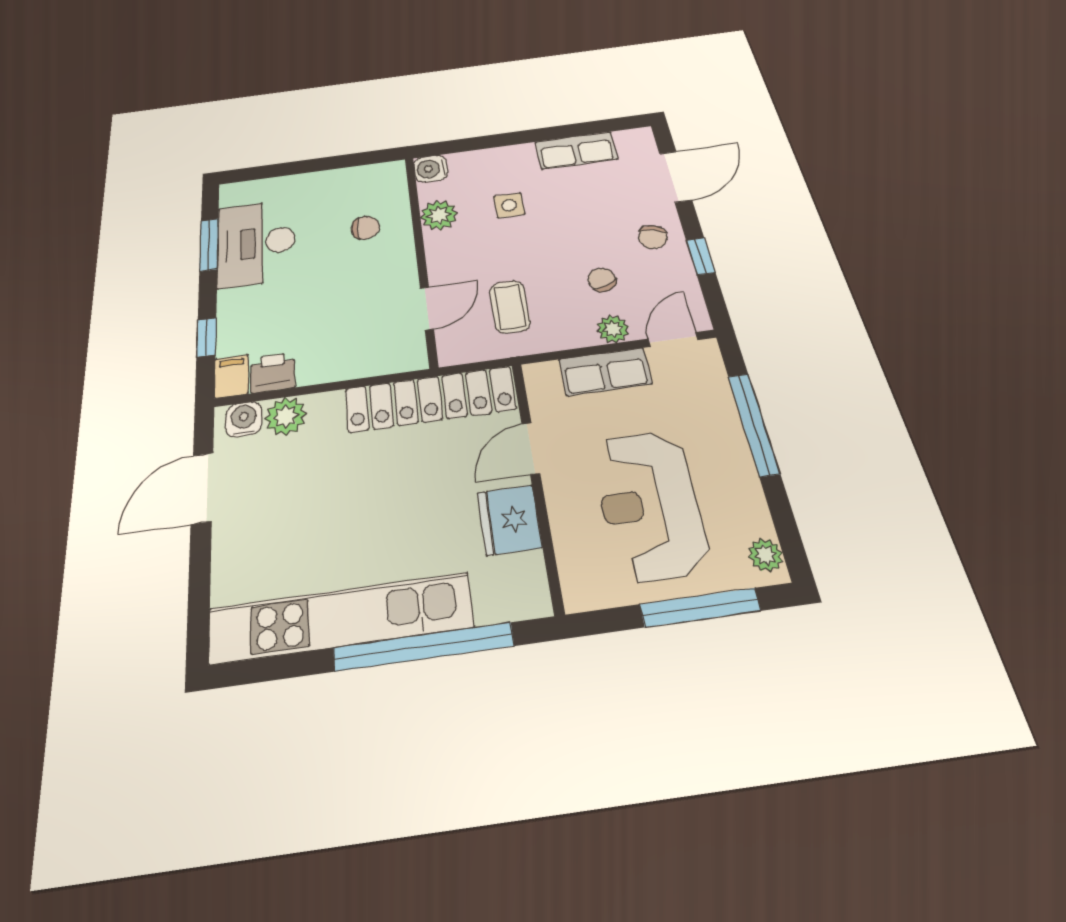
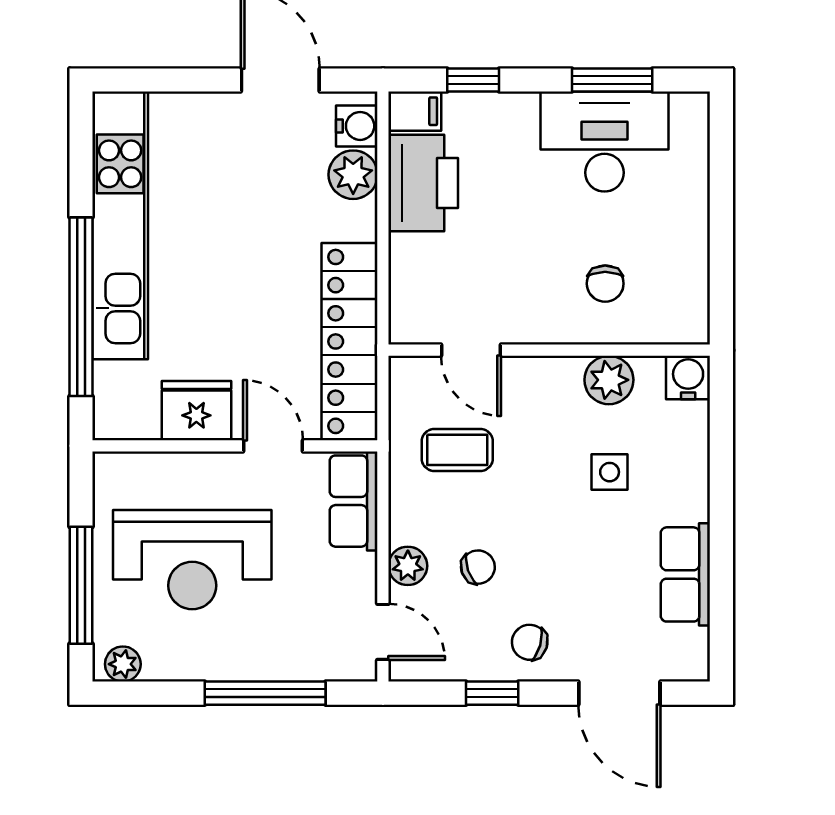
row of seats: (605, 372) -> (354, 501), moved
printer: (273, 373) -> (423, 183), width x1.87, depth x1.48
reception desk: (649, 504) -> (192, 560), turned 180

